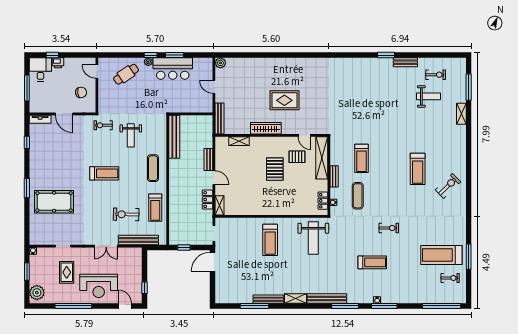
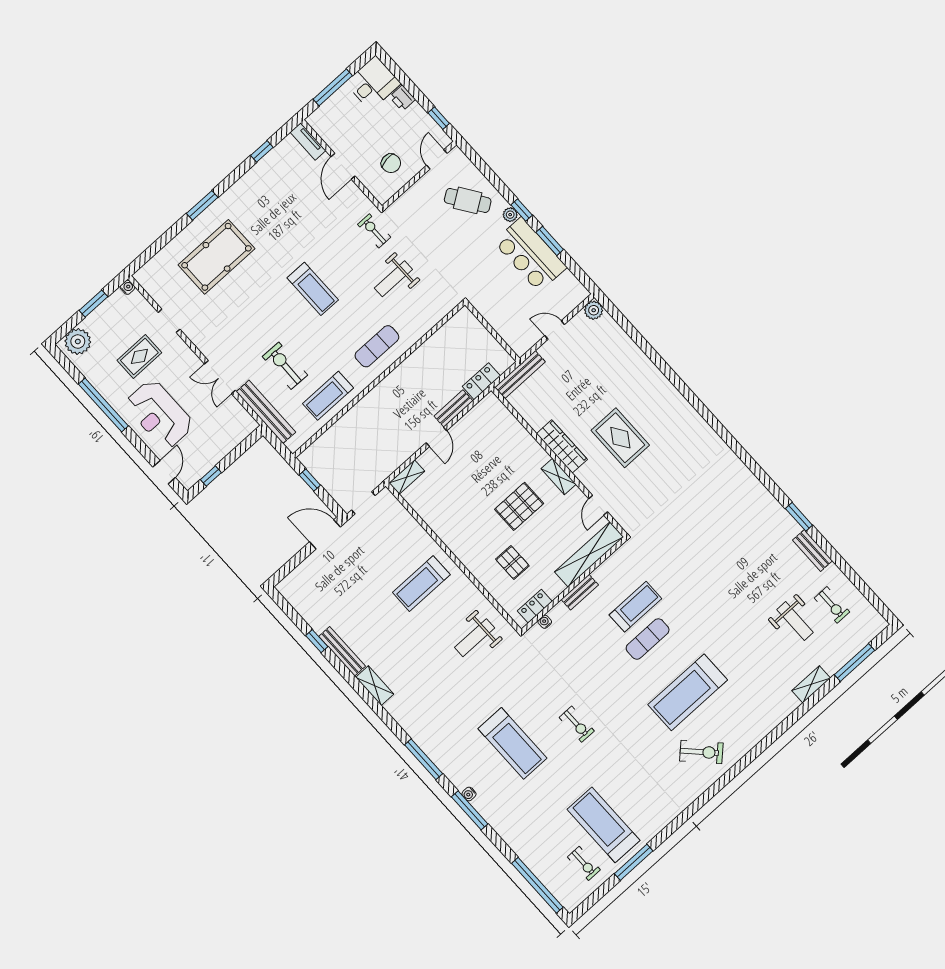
window: (52, 55) -> (439, 118), moved
door: (214, 87) -> (555, 330), hinge flipped
bench: (174, 137) -> (443, 337), removed
shelving: (239, 141) -> (559, 476), moved
pallet: (297, 157) -> (512, 562), moved
treadmill: (361, 158) -> (635, 607), turned 180
treadmill: (418, 169) -> (688, 692), width x1.37, depth x1.38
exercise mat: (358, 196) -> (648, 639), moved
locker: (208, 200) -> (481, 381), moved
pool table: (54, 202) -> (216, 257), turned 90
weight bench: (313, 238) -> (475, 638), width x0.73, depth x0.75
treadmill: (372, 262) -> (512, 743), width x1.37, depth x1.38
bench: (327, 299) -> (412, 727), removed
window: (255, 306) -> (317, 641), width x0.46

